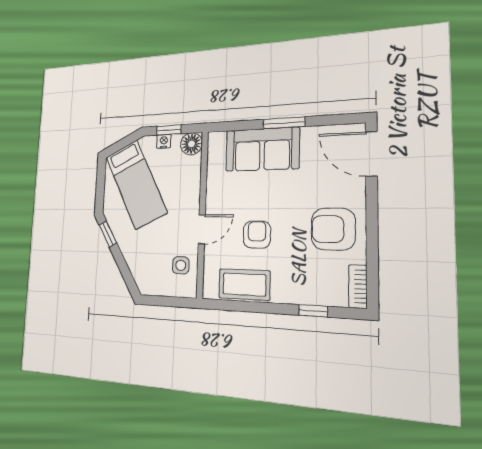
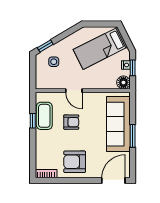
sofa: (262, 149) -> (118, 124), width x1.36
armchair: (333, 229) -> (75, 162), turned -90
window: (108, 234) -> (45, 46), moved
side table: (181, 265) -> (54, 62), moved
window: (313, 311) -> (33, 121), moved

